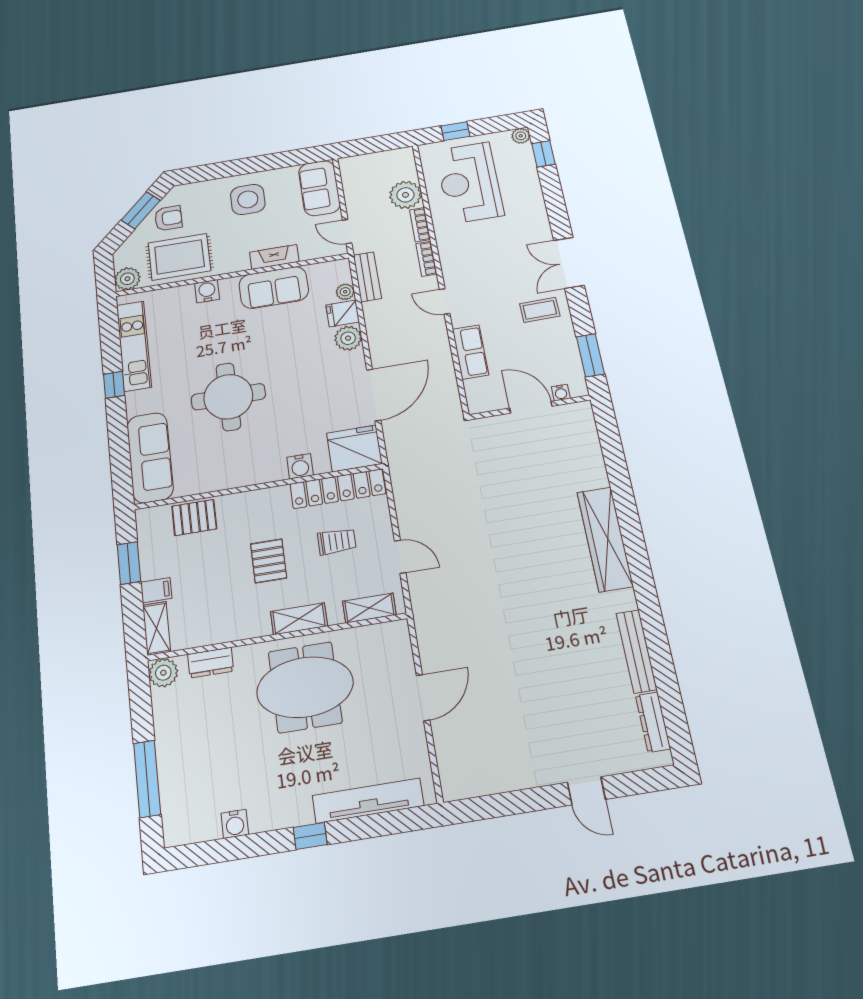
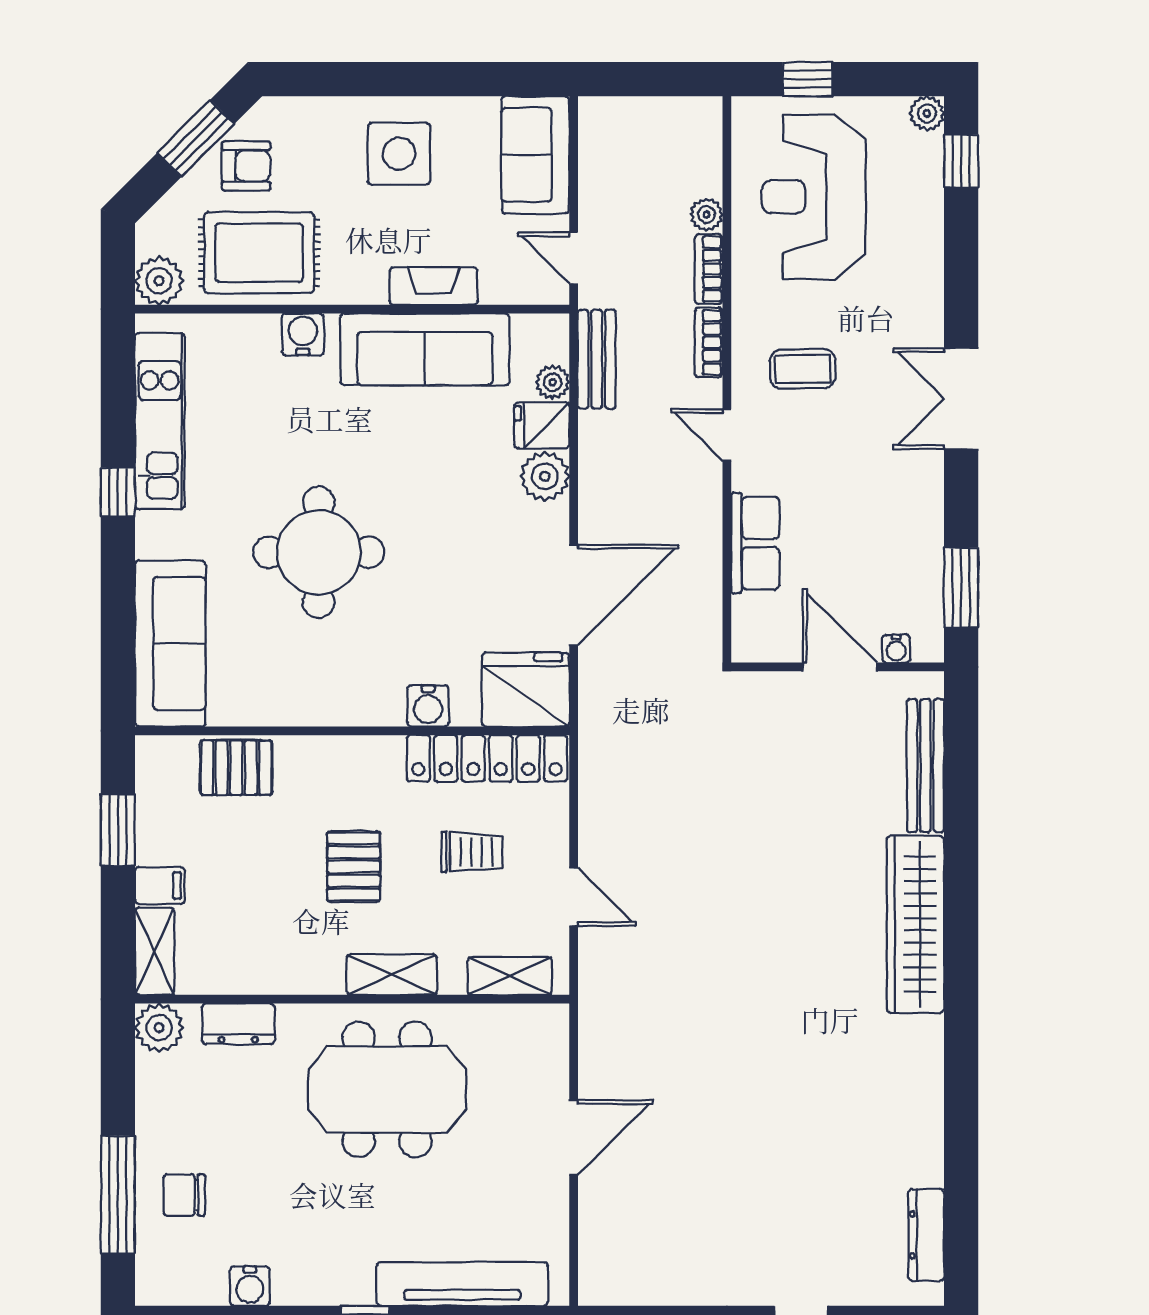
plant: (405, 195) -> (706, 215), width x0.53, depth x0.53
sofa: (274, 287) -> (425, 349), width x1.36
coffee table: (540, 310) -> (803, 369), moved
bench: (636, 651) -> (925, 766), moved
chair: (188, 772) -> (184, 1195), added

